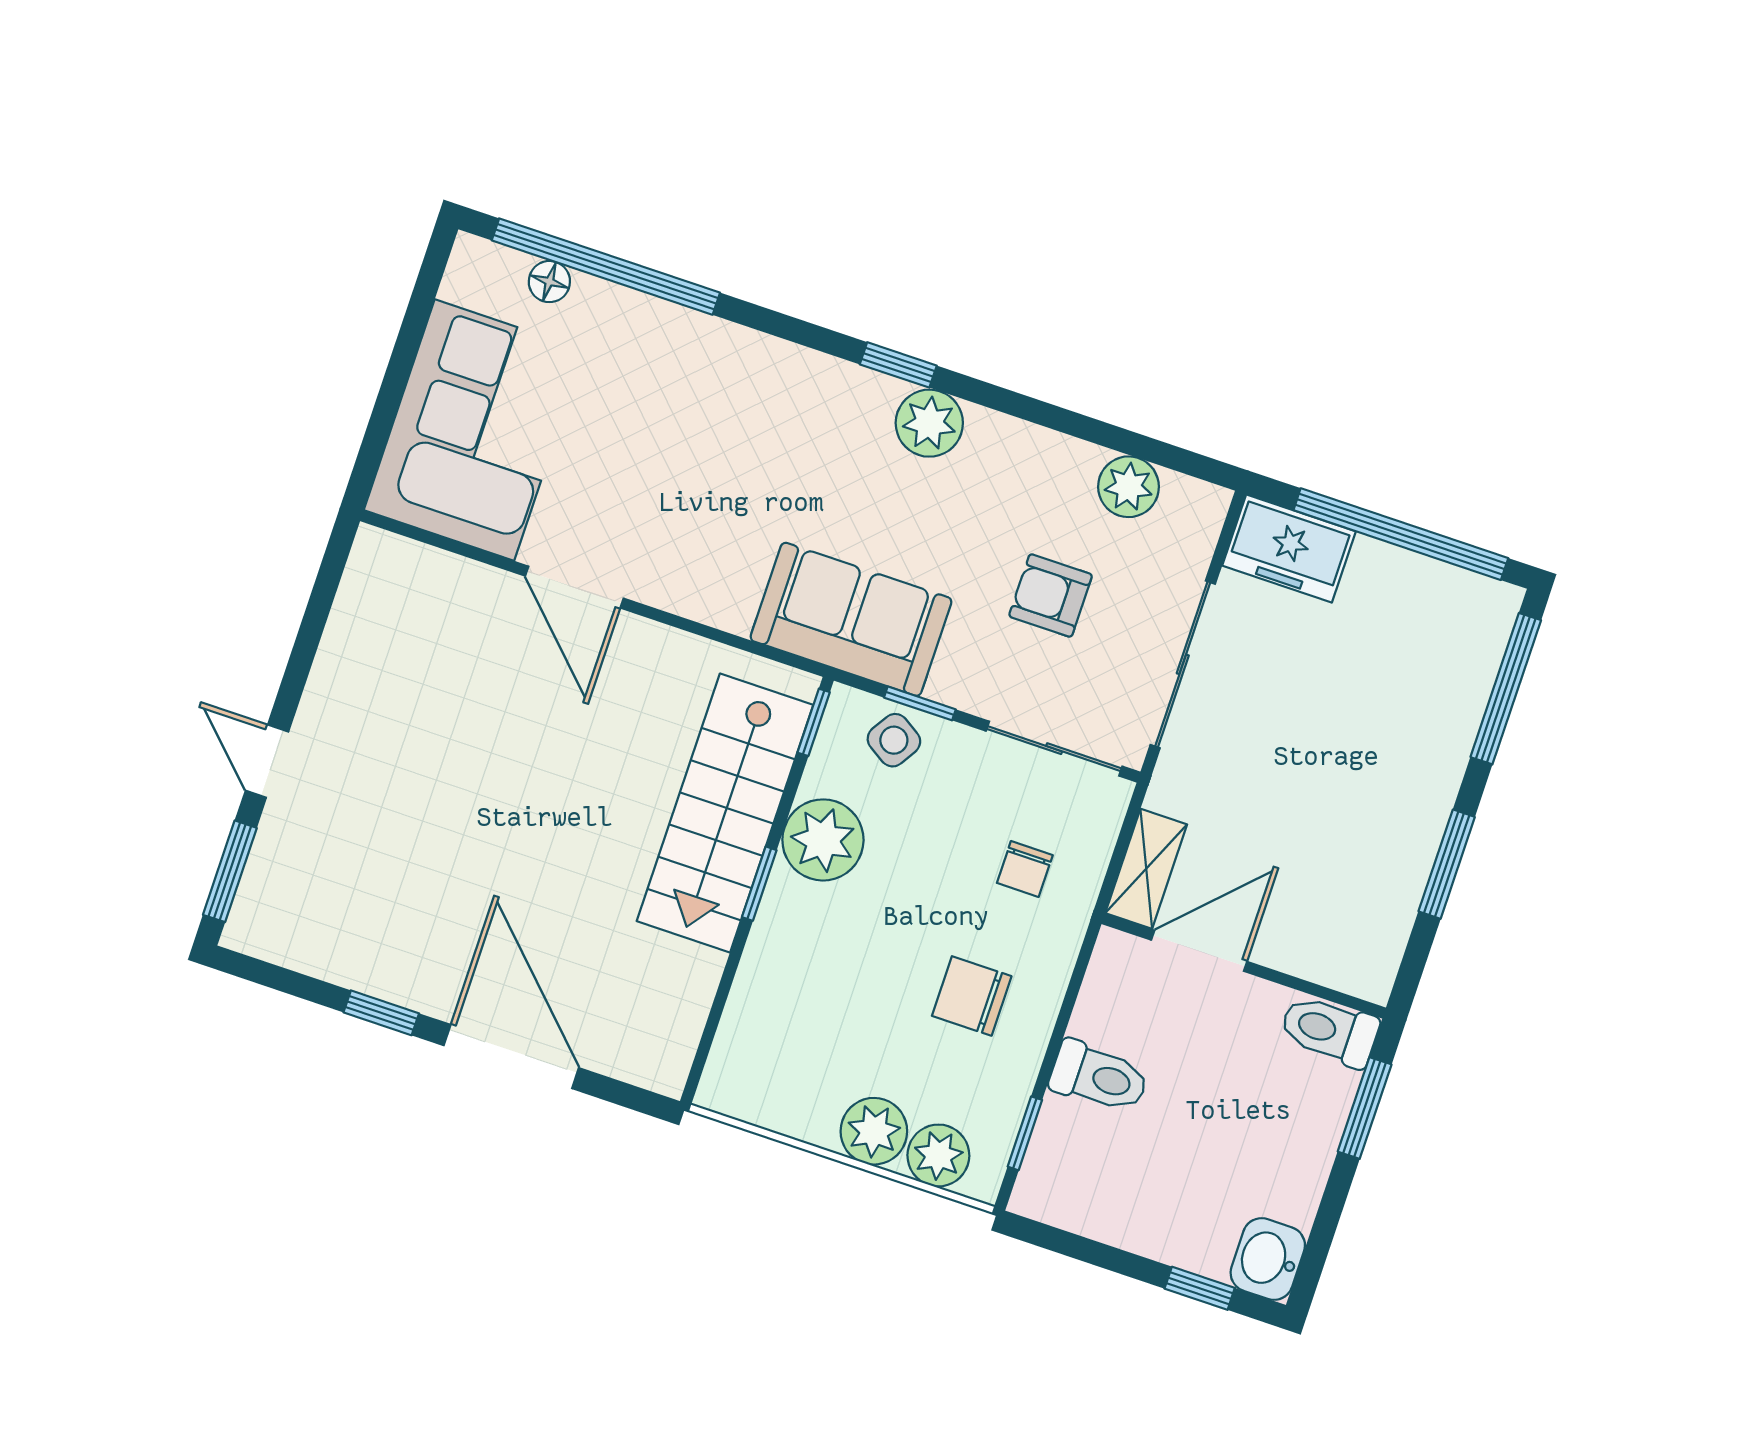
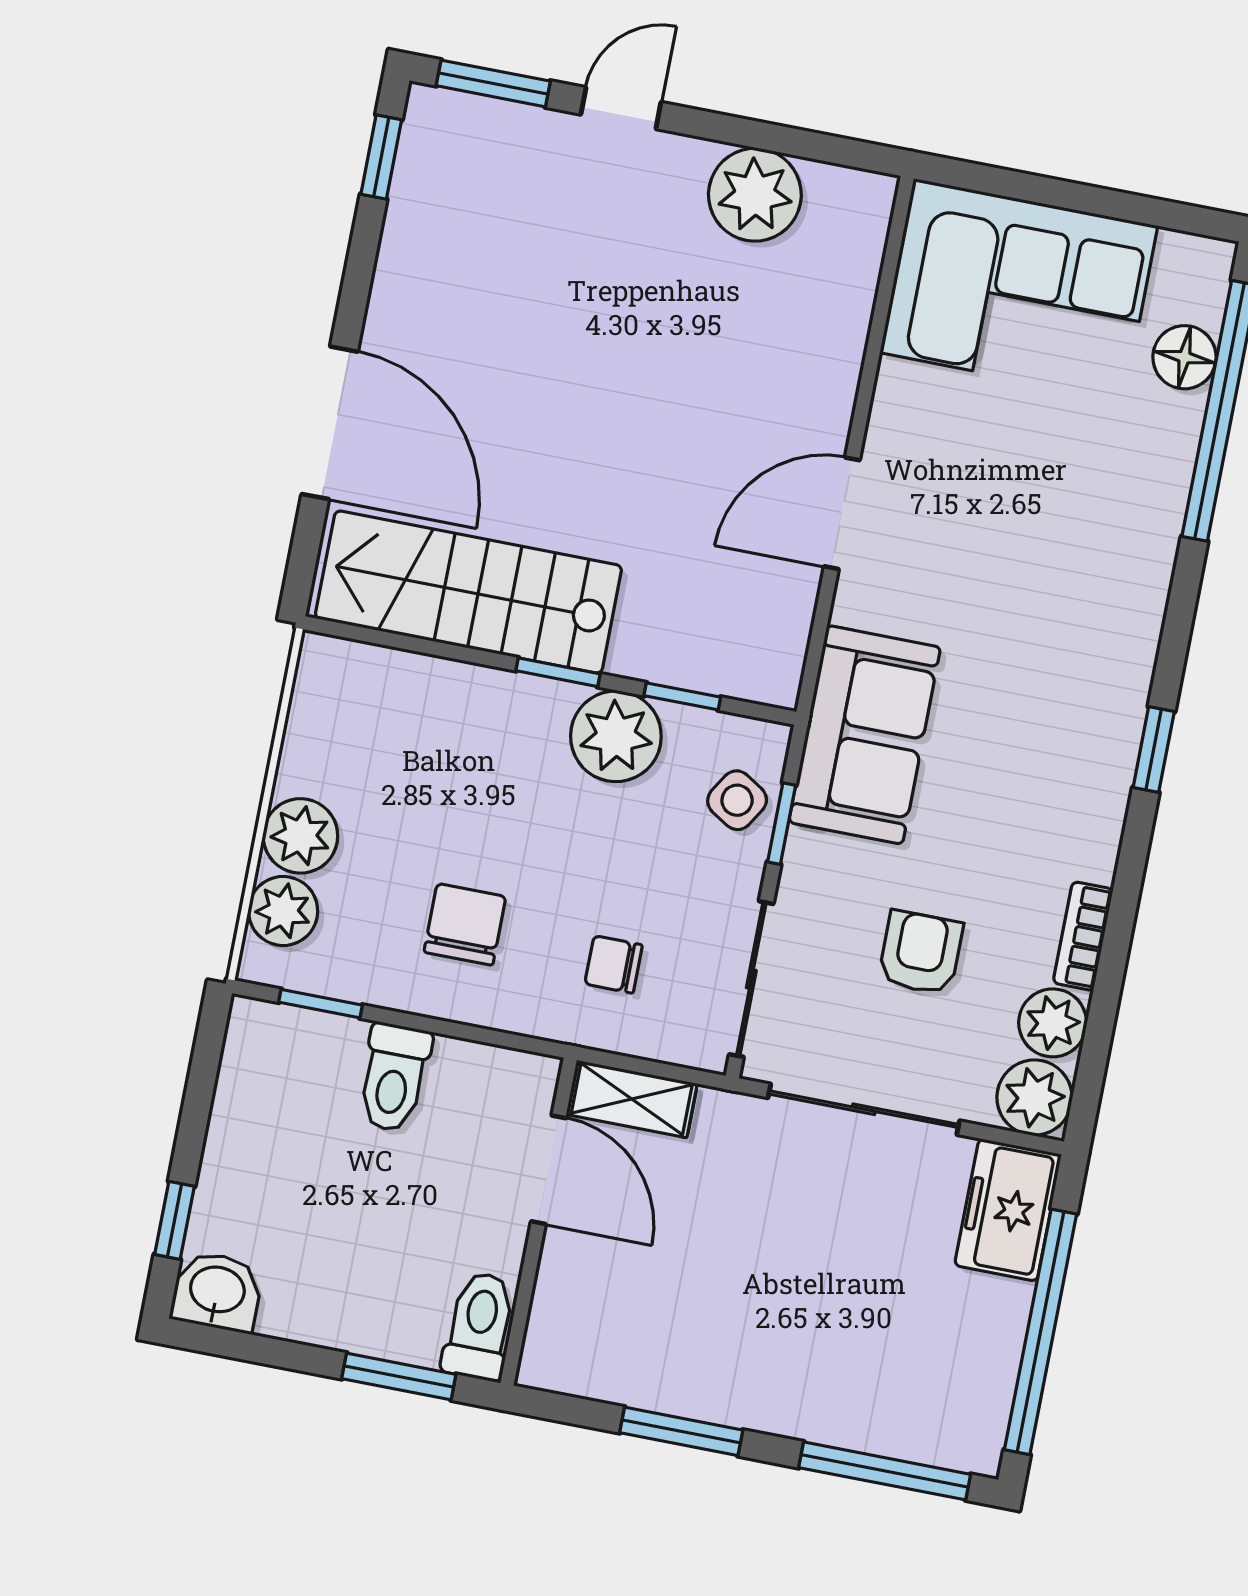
floor lamp: (549, 282) -> (1184, 357), width x1.37, depth x1.37
plant: (929, 423) -> (1034, 1098), moved
bookcase: (1055, 450) -> (1083, 936), added
door: (574, 587) -> (842, 513), moved
plant: (359, 653) -> (755, 195), added
window: (814, 722) -> (682, 696), moved
stairs: (725, 813) -> (468, 592), moved
window: (381, 1013) -> (381, 157), moved
door: (511, 1057) -> (330, 423), hinge flipped

